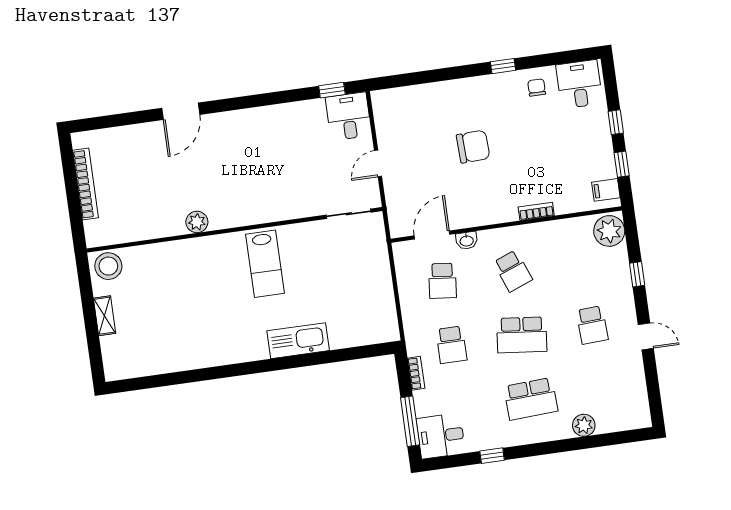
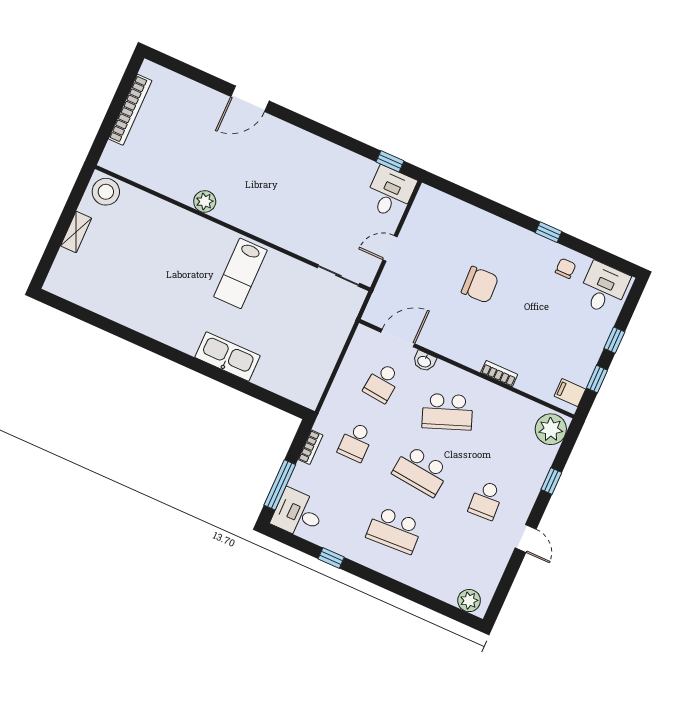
school desk: (513, 271) -> (447, 412), width x1.85
plant: (584, 425) -> (469, 601), moved

